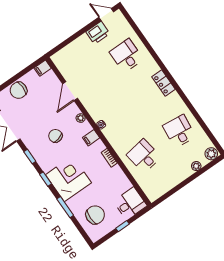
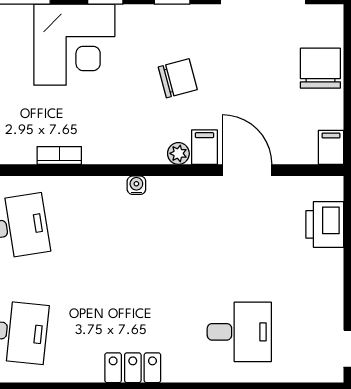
printer: (98, 33) -> (325, 224), moved
filing cabinet: (91, 138) -> (204, 147), moved

